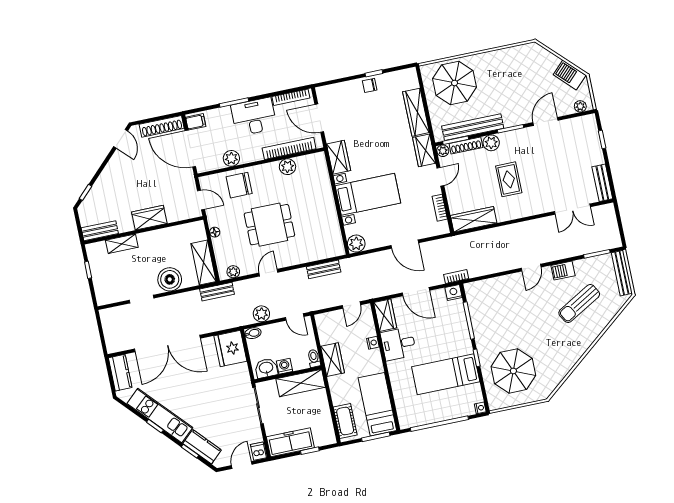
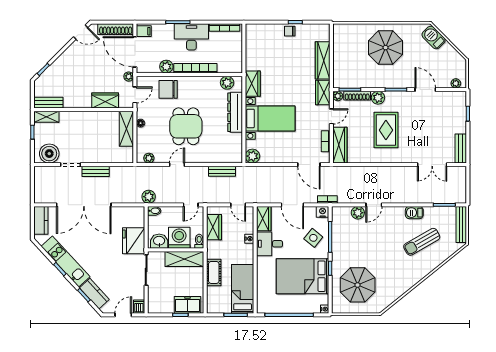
barbecue: (570, 75) -> (434, 37), moved
parasol: (455, 83) -> (386, 48), moved
door: (319, 118) -> (244, 49), removed
door: (545, 121) -> (425, 90), hinge flipped
bench: (473, 127) -> (366, 82), removed
door: (121, 139) -> (81, 32), hinge flipped
bookcase: (289, 148) -> (195, 68), moved
plant: (287, 167) -> (227, 83), moved
rug: (509, 179) -> (386, 130), width x1.36, depth x1.43
plant: (189, 180) -> (129, 77), added
dresser: (325, 196) -> (235, 112), added
door: (201, 200) -> (135, 95), hinge flipped
wardrobe: (149, 218) -> (105, 100), moved
wardrobe: (474, 219) -> (340, 145), moved, turned 90
dining table: (269, 225) -> (186, 126), turned 90
shelving: (122, 244) -> (46, 117), moved
door: (405, 244) -> (309, 165), moved
shelving: (203, 263) -> (126, 129), moved
door: (531, 268) -> (374, 205), moved
boiler: (170, 279) -> (49, 154), moved
plant: (496, 285) -> (358, 213), added
bench: (217, 292) -> (96, 171), moved
door: (351, 305) -> (238, 205), hinge flipped
plant: (261, 314) -> (149, 197), moved
door: (295, 317) -> (191, 205), hinge flipped
side table: (449, 326) -> (313, 238), added
fridge: (230, 348) -> (134, 241), moved
wardrobe: (333, 360) -> (214, 227), moved
washing machine: (285, 366) -> (179, 238), width x1.89, depth x1.89
bed: (446, 374) -> (302, 276), width x1.50
cot: (345, 421) -> (214, 272), moved
freezer: (290, 442) -> (187, 305), moved, width x0.71

